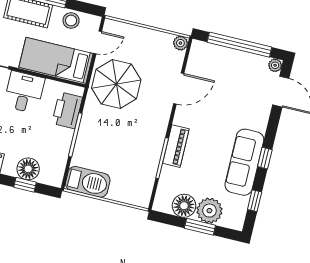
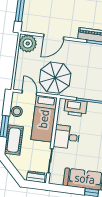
plant: (180, 43) -> (28, 43), width x1.88, depth x1.88
door: (179, 88) -> (54, 37), swing flipped

